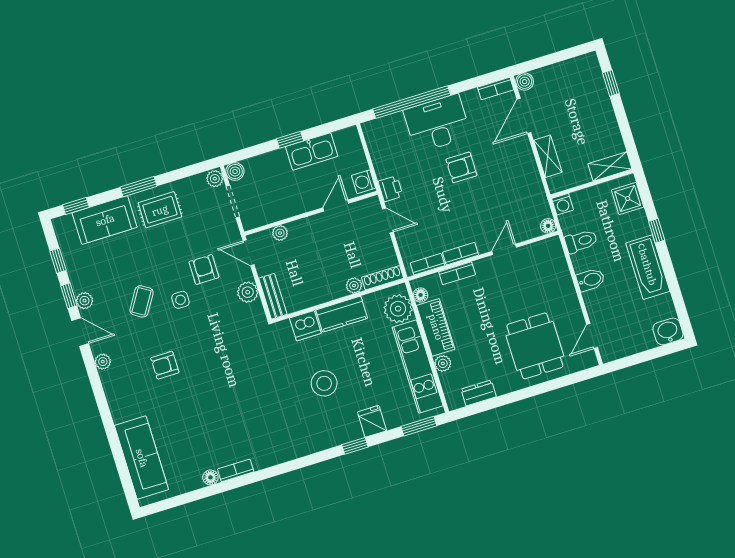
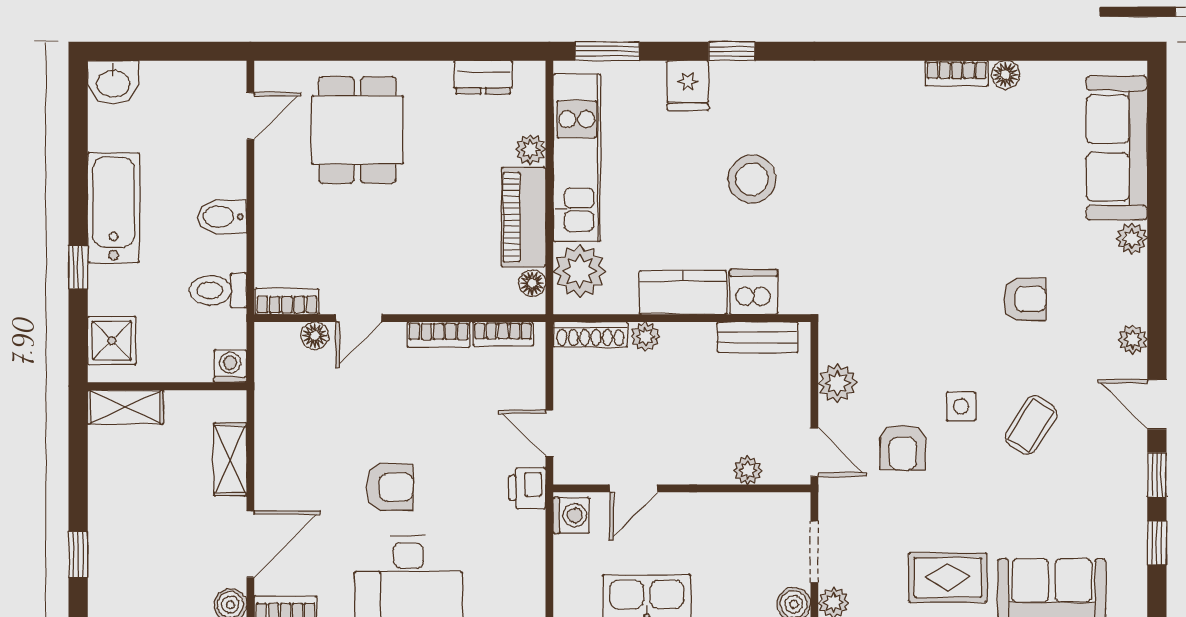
floor lamp: (548, 226) -> (315, 336), moved
bookcase: (457, 273) -> (287, 302), moved
bench: (273, 296) -> (758, 337), moved, turned 90
plant: (85, 301) -> (1132, 239), moved

